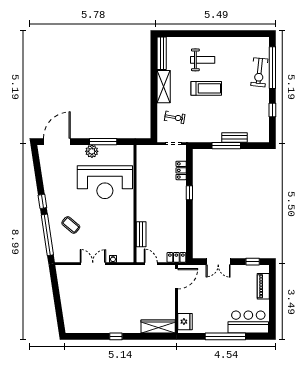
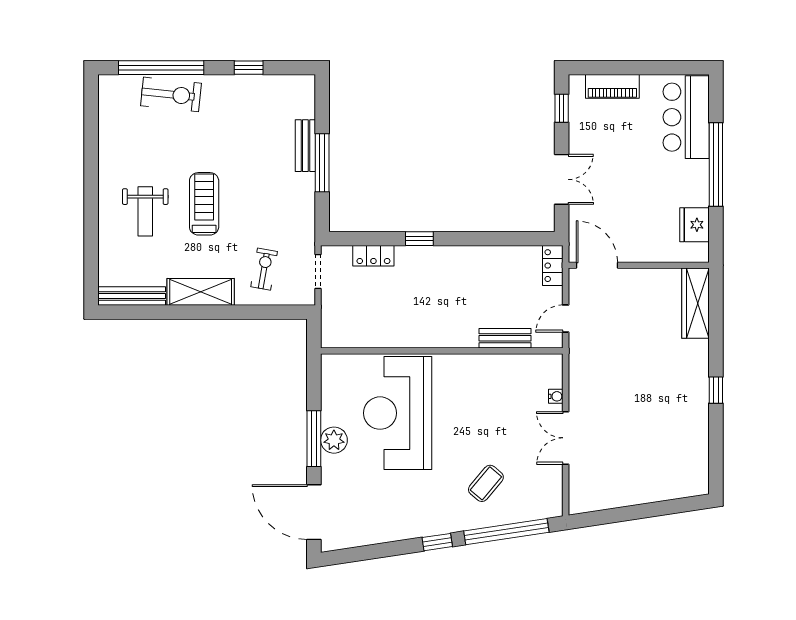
weight bench: (203, 60) -> (145, 211), turned 180
window: (103, 142) -> (314, 439), moved
reception desk: (105, 182) -> (398, 413), turned 180
fridge: (185, 322) -> (695, 225), moved, turned -90

